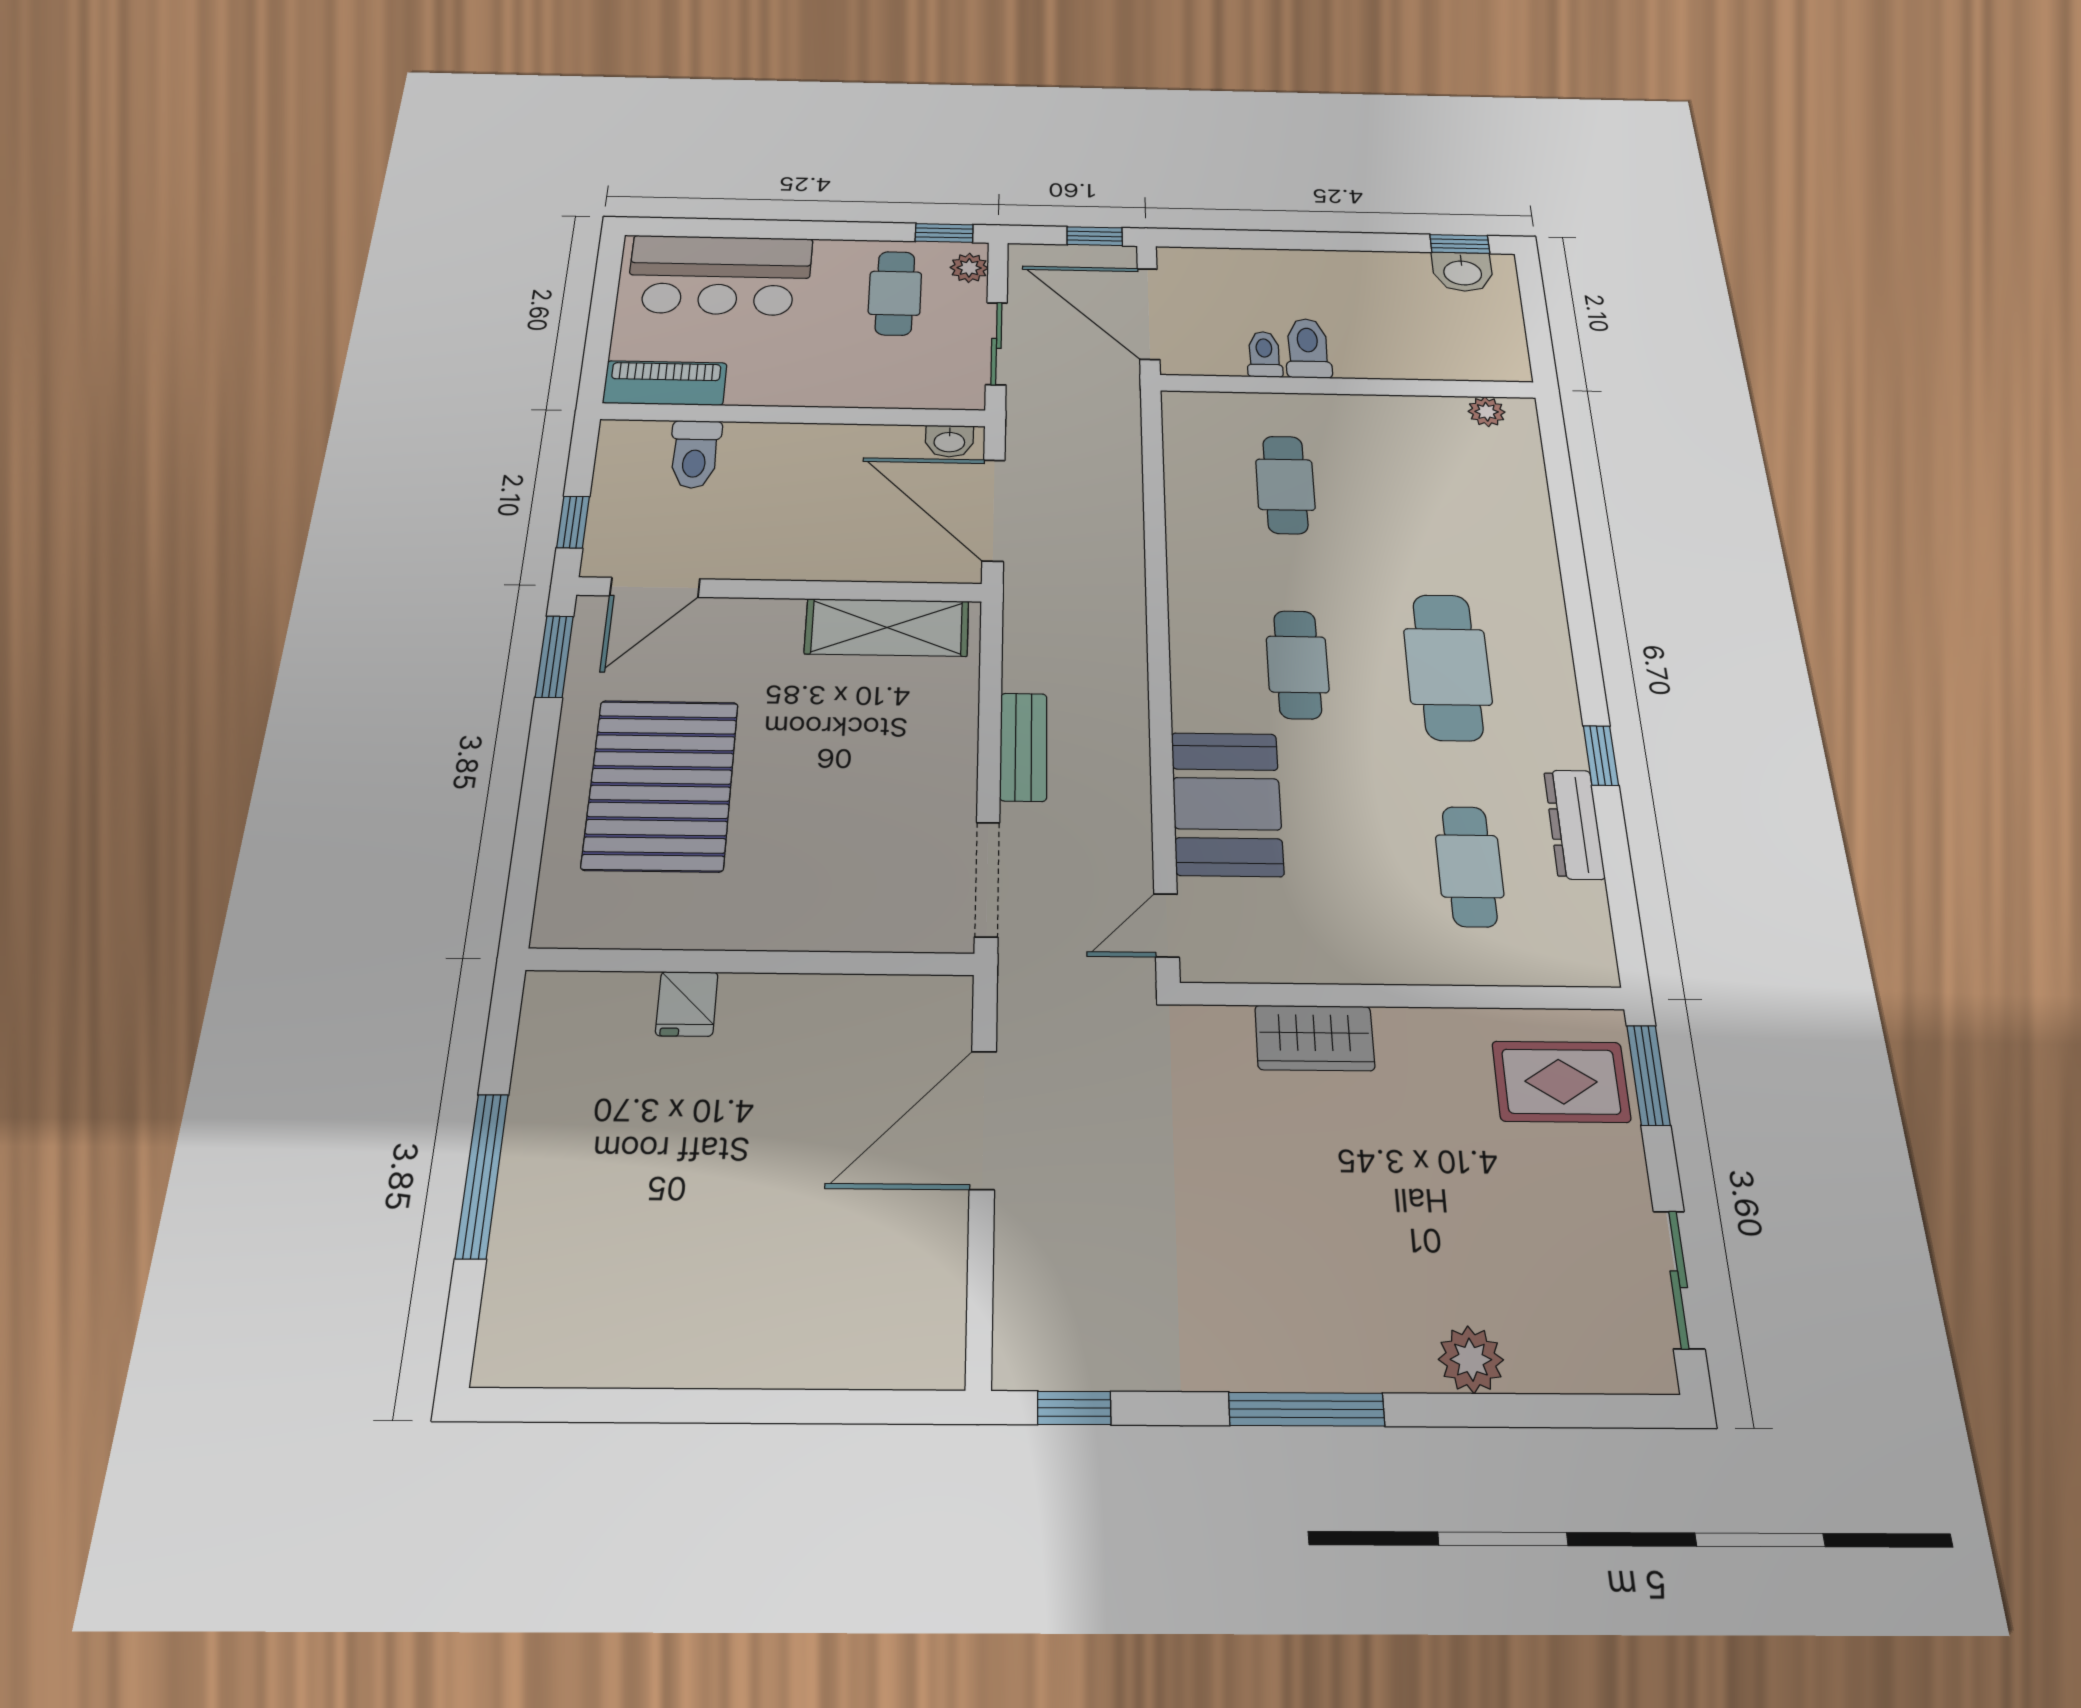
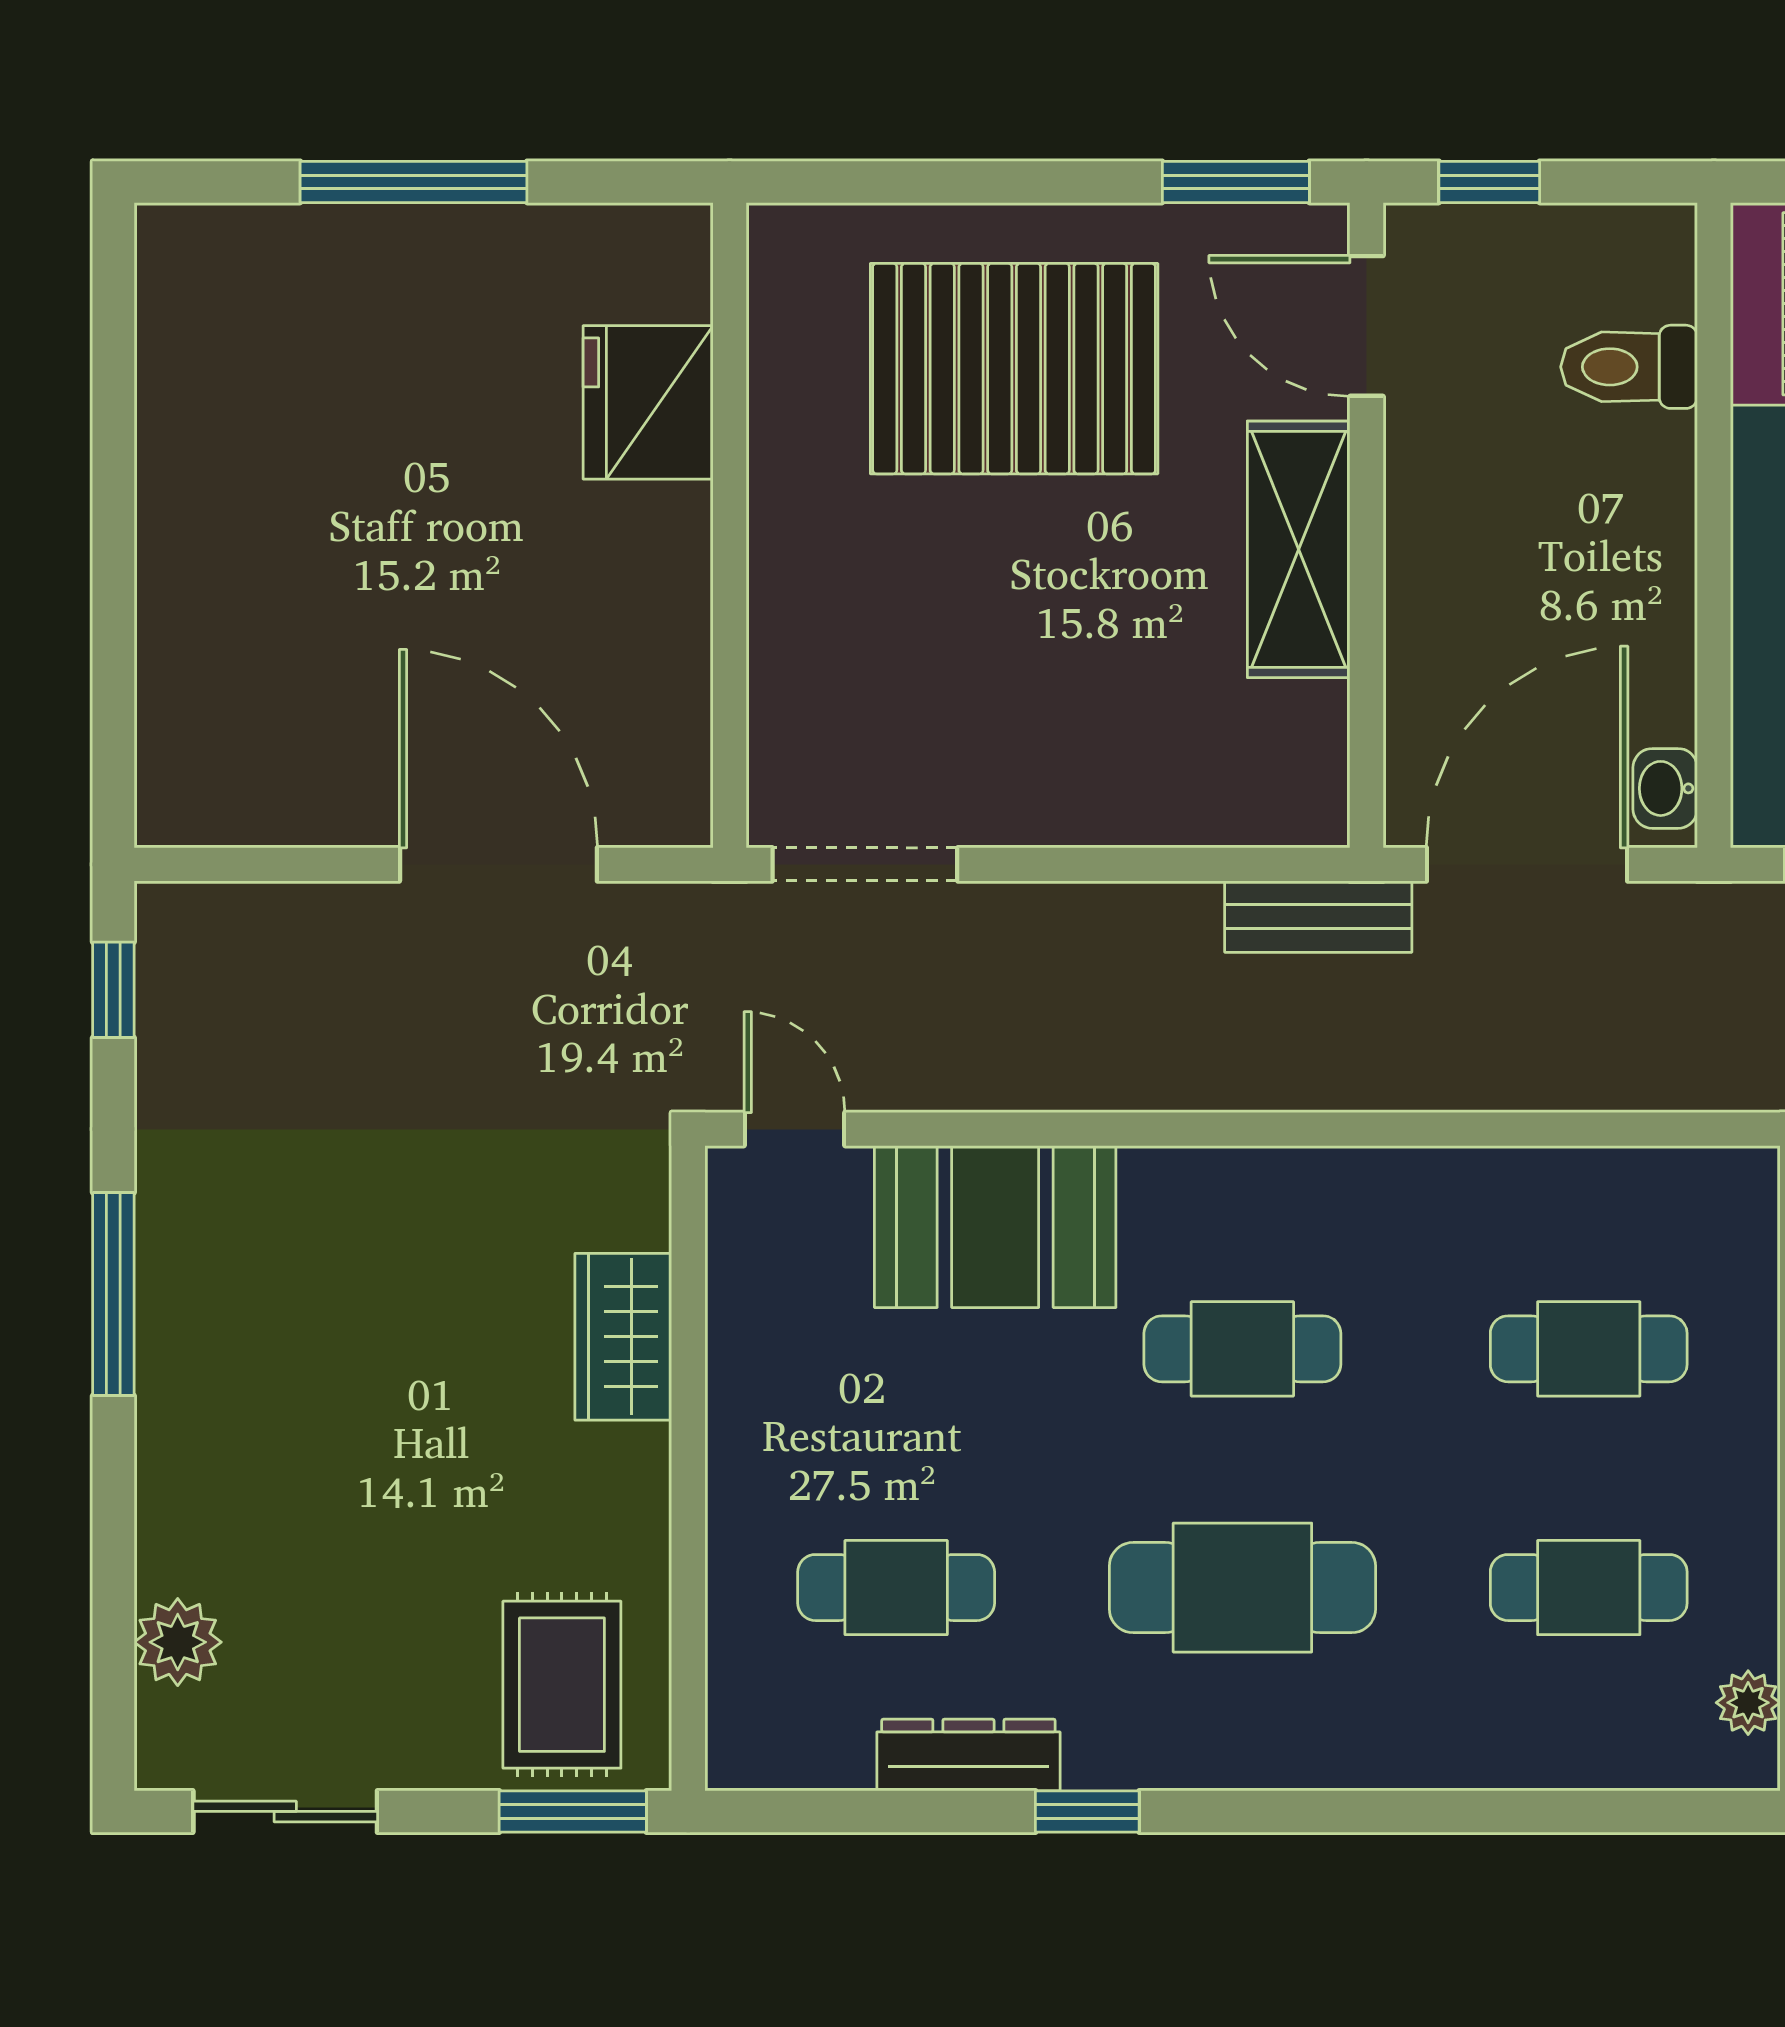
cafe table: (1428, 487) -> (1589, 1588), added
shelving: (887, 627) -> (1299, 549), moved
bench: (1023, 747) -> (1318, 917), moved
fridge: (687, 1004) -> (648, 402), width x1.88, depth x1.34
plant: (1471, 1360) -> (178, 1642), moved

